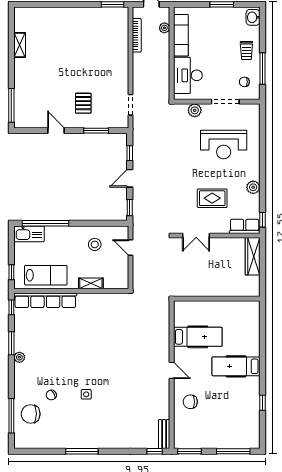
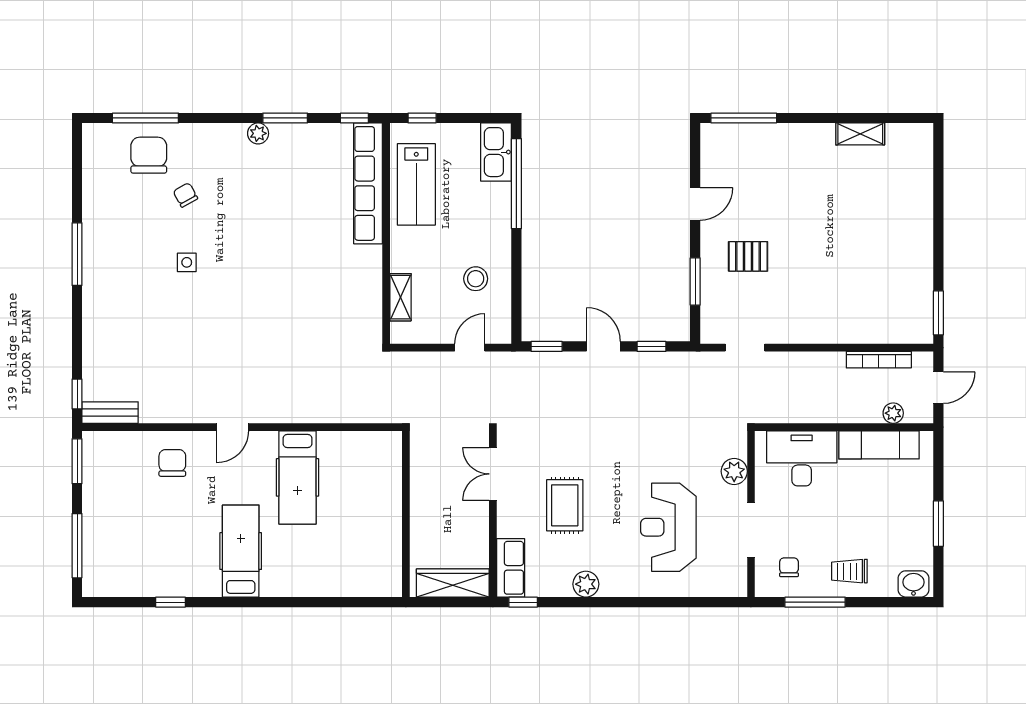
shelving: (91, 283) -> (400, 297), moved
wall: (217, 299) -> (406, 514), moved

